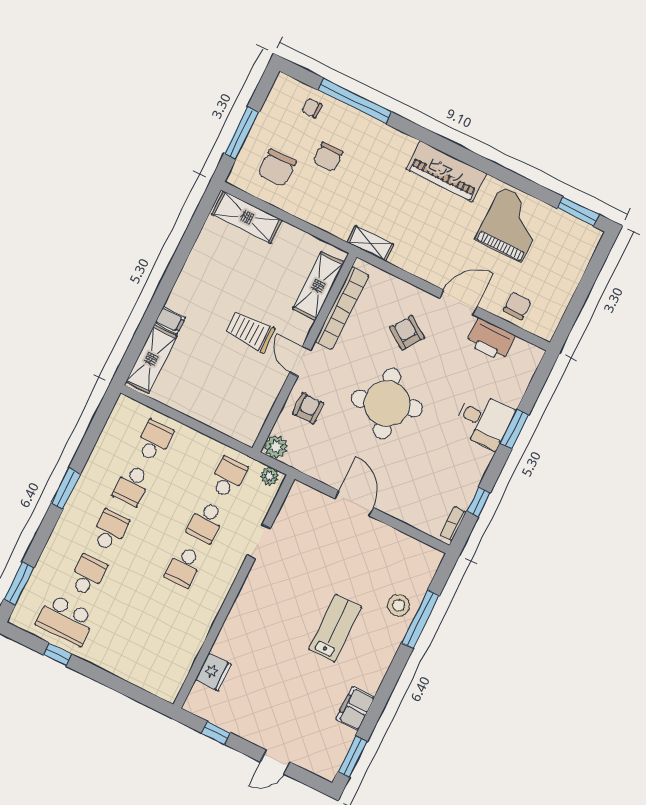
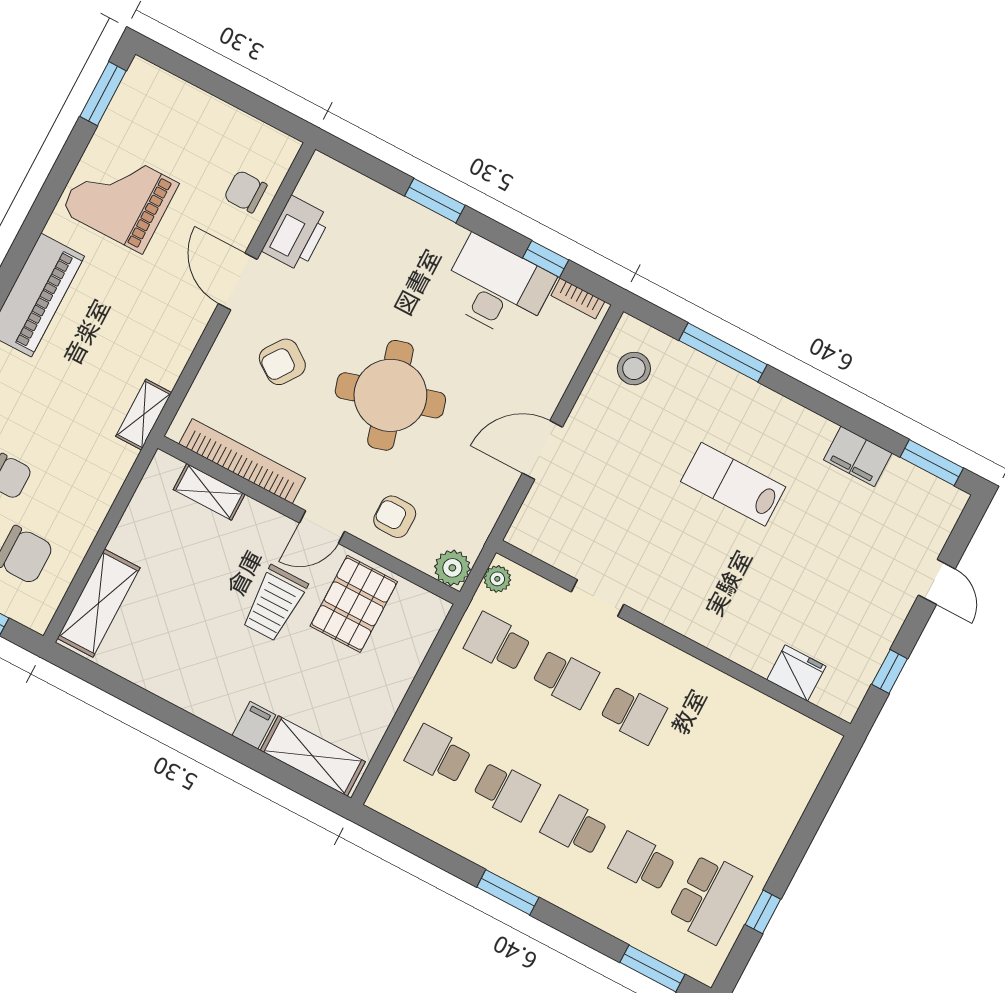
shelving: (318, 286) -> (209, 492), width x0.67, depth x0.75
pallet: (251, 383) -> (354, 604), added
desk: (484, 420) -> (497, 288), moved, width x1.37
stool: (399, 605) -> (634, 369), moved

